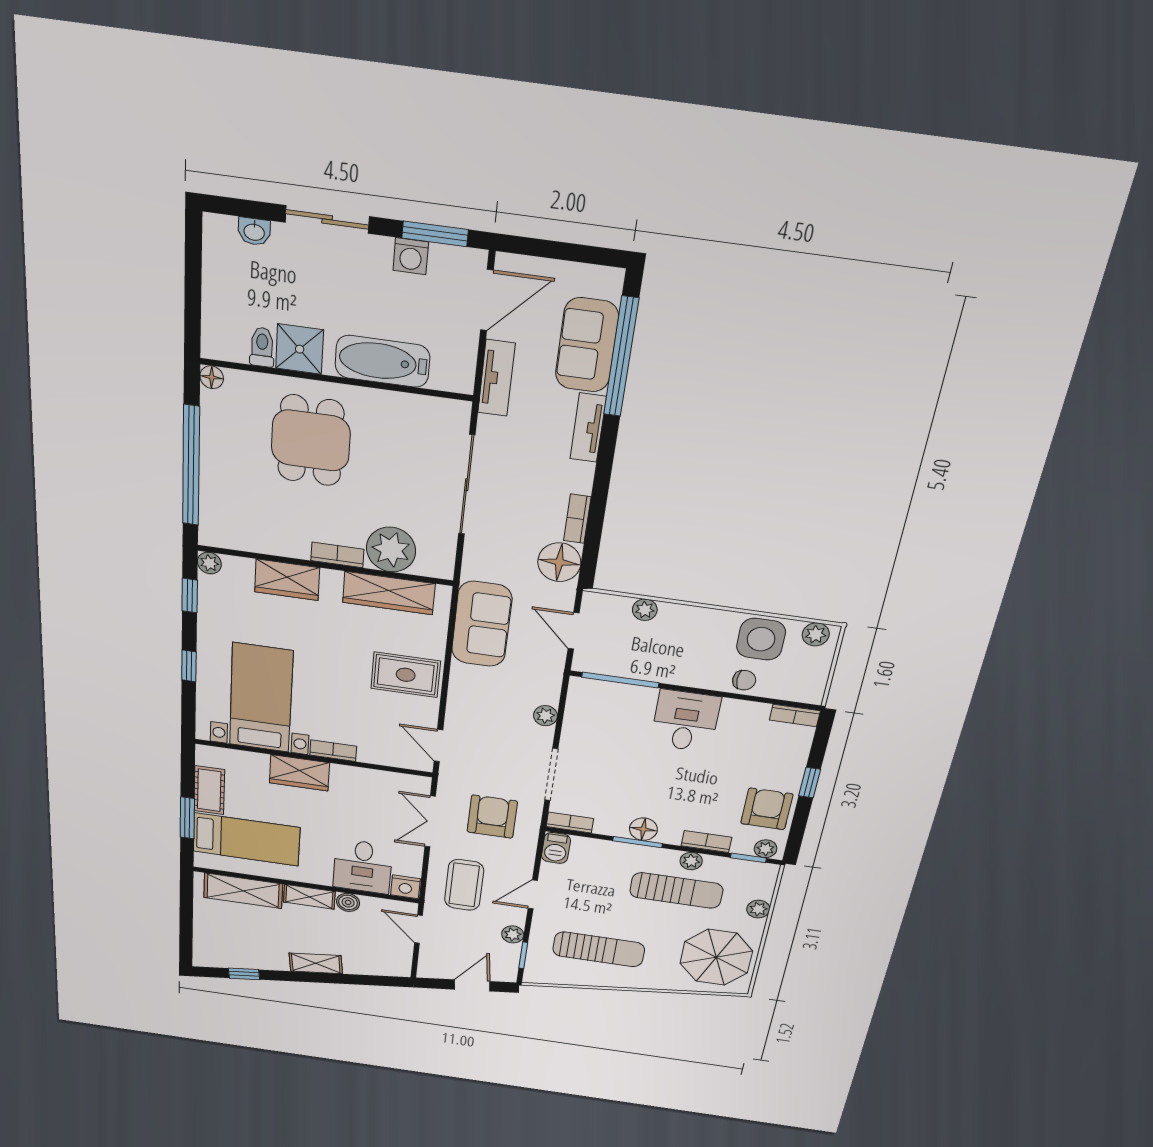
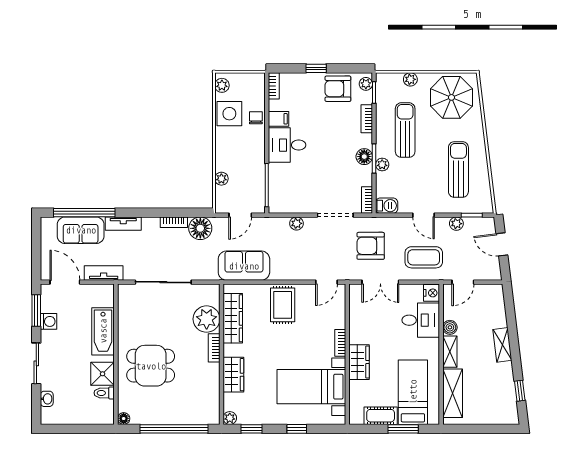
filing cabinet: (735, 715) -> (279, 119), added
plant: (691, 861) -> (382, 165), moved

